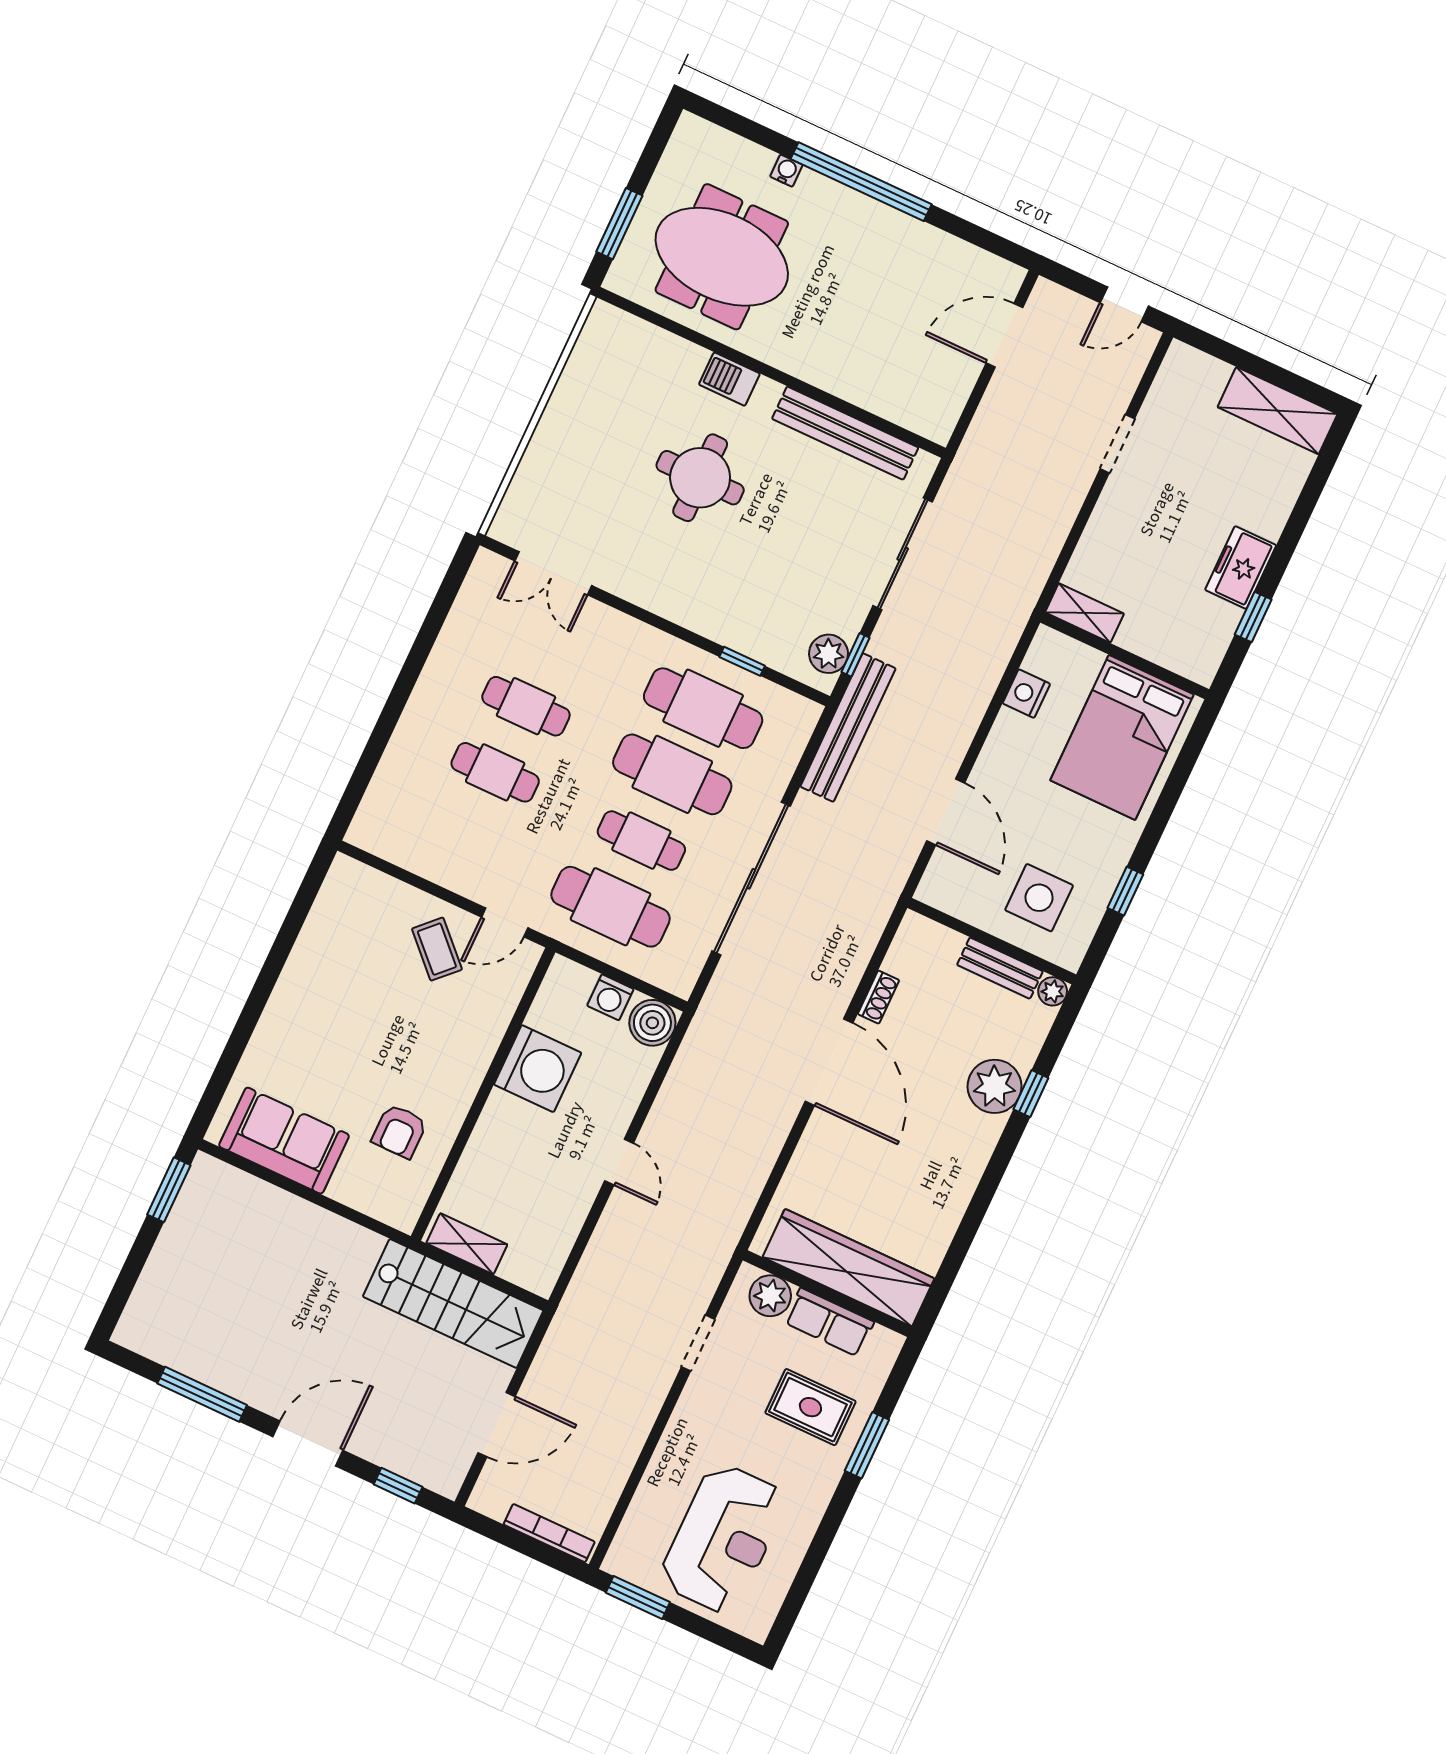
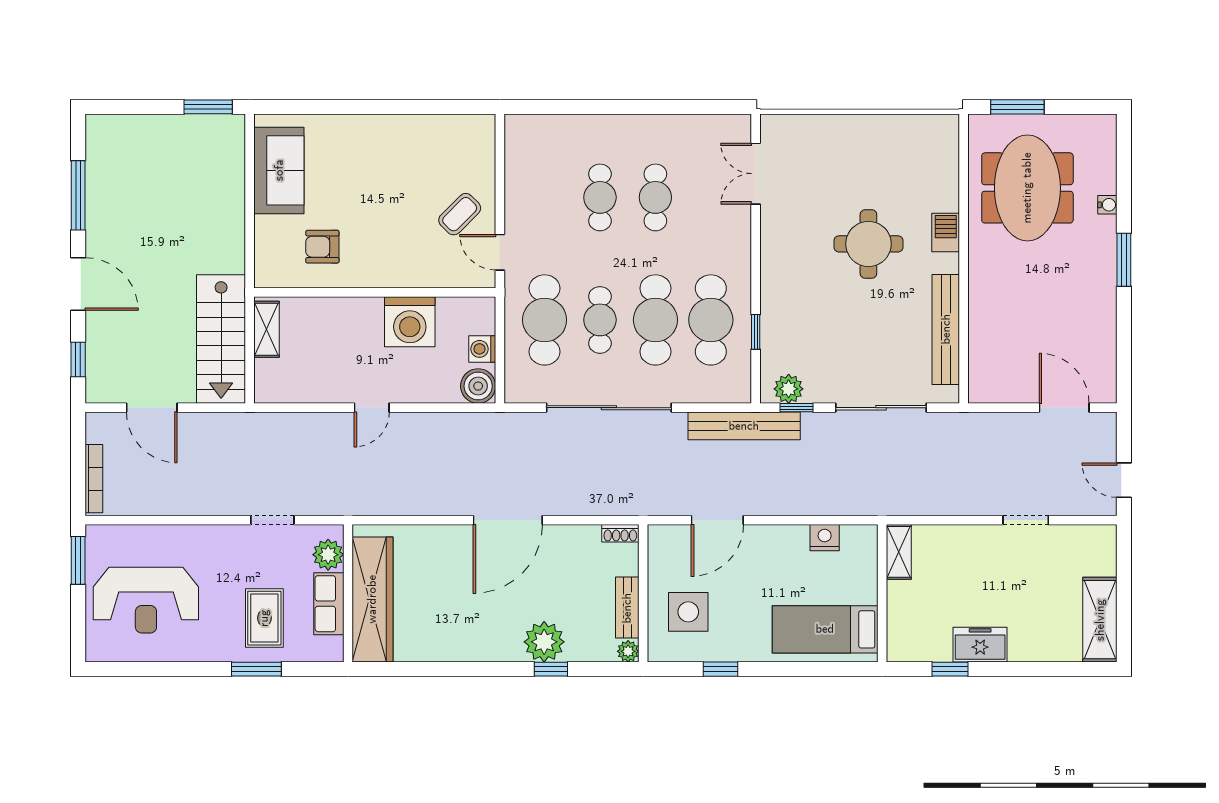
window: (861, 182) -> (1124, 260), width x0.47
bed: (1122, 737) -> (825, 629), width x0.67
shoe rack: (878, 997) -> (620, 533), moved

